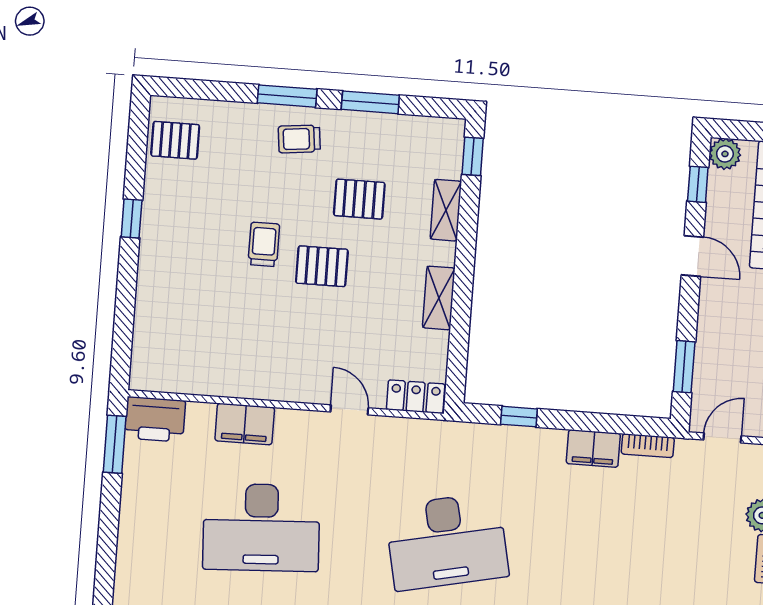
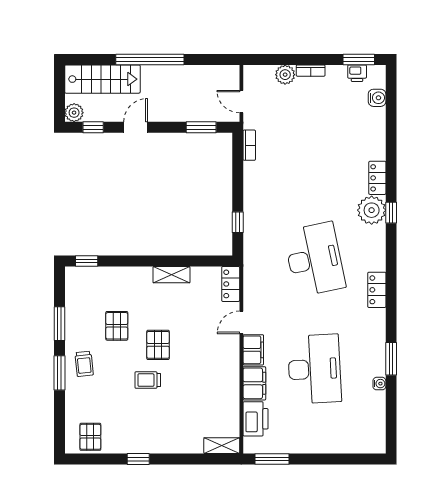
shelving: (446, 210) -> (222, 446), moved
printer: (155, 419) -> (256, 419), moved
filing cabinet: (593, 448) -> (253, 350), moved

